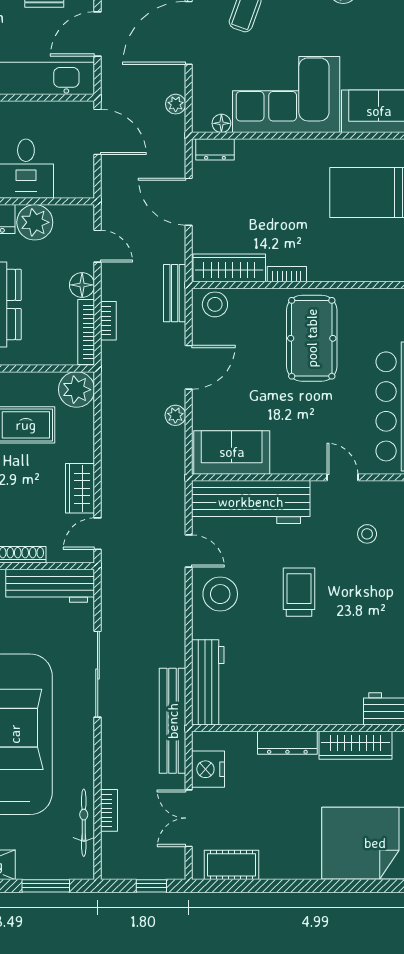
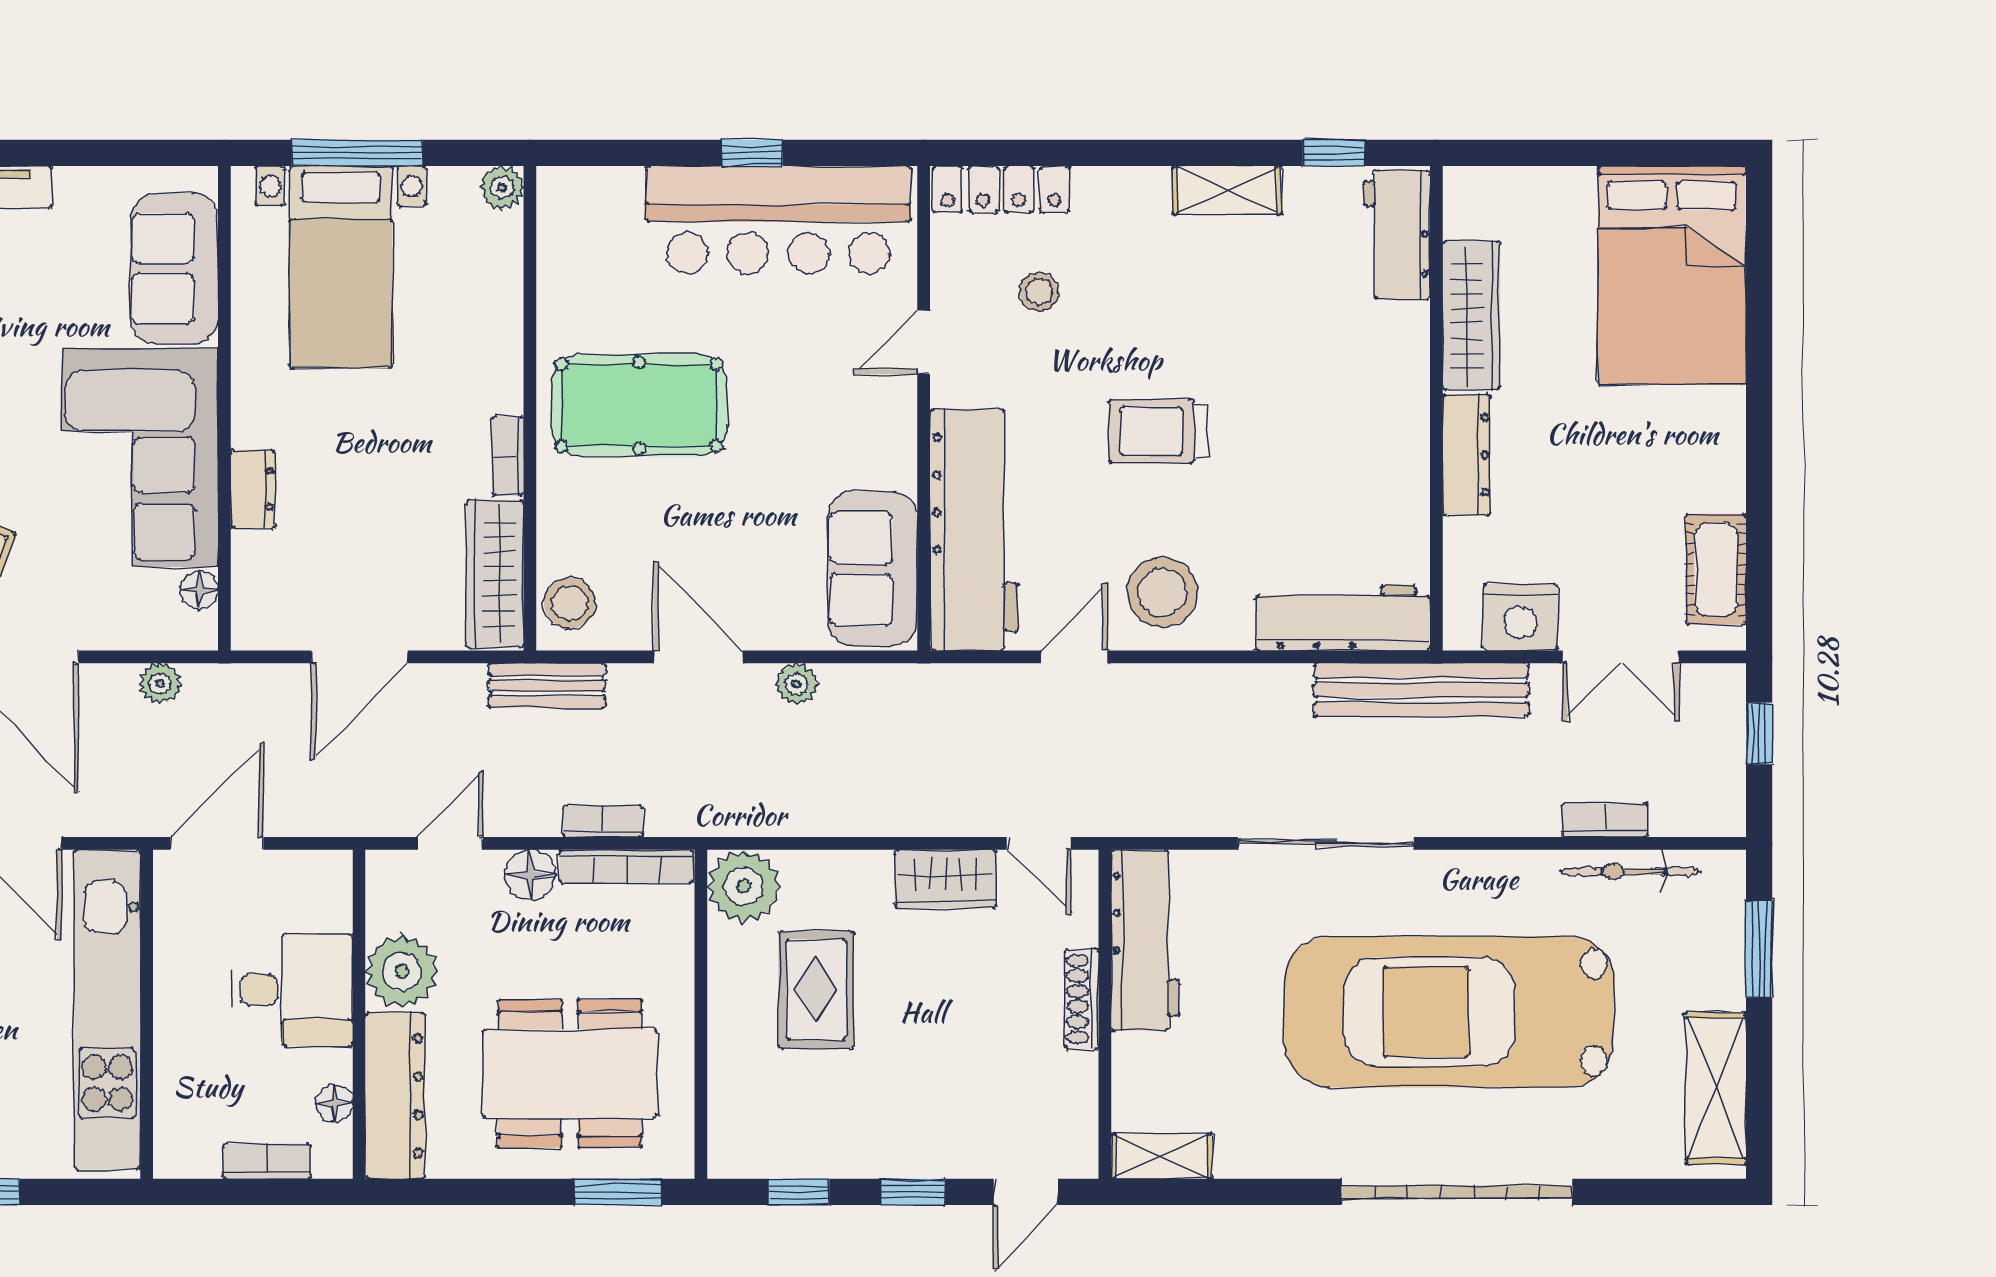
dresser: (215, 149) -> (253, 489), moved

